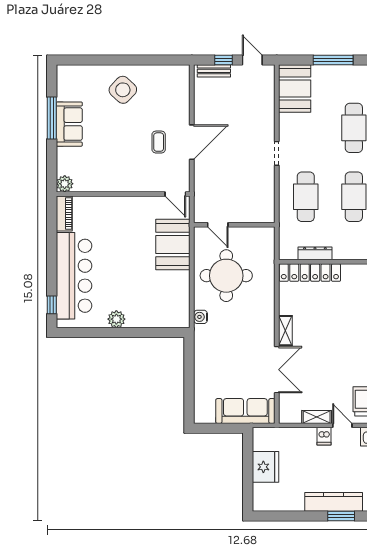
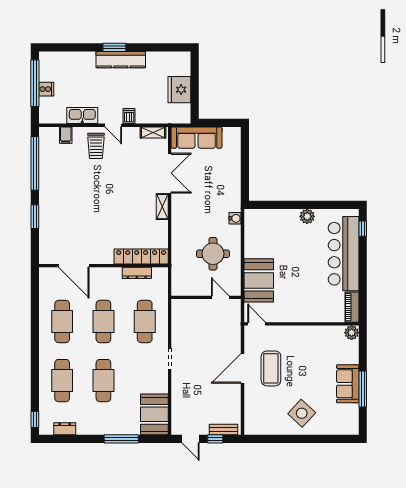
coffee table: (159, 142) -> (271, 368), width x1.86, depth x1.72
round table: (226, 276) -> (213, 254), width x0.73, depth x0.73
double door: (277, 370) -> (170, 173), swing flipped
shelving: (317, 417) -> (153, 133), moved

